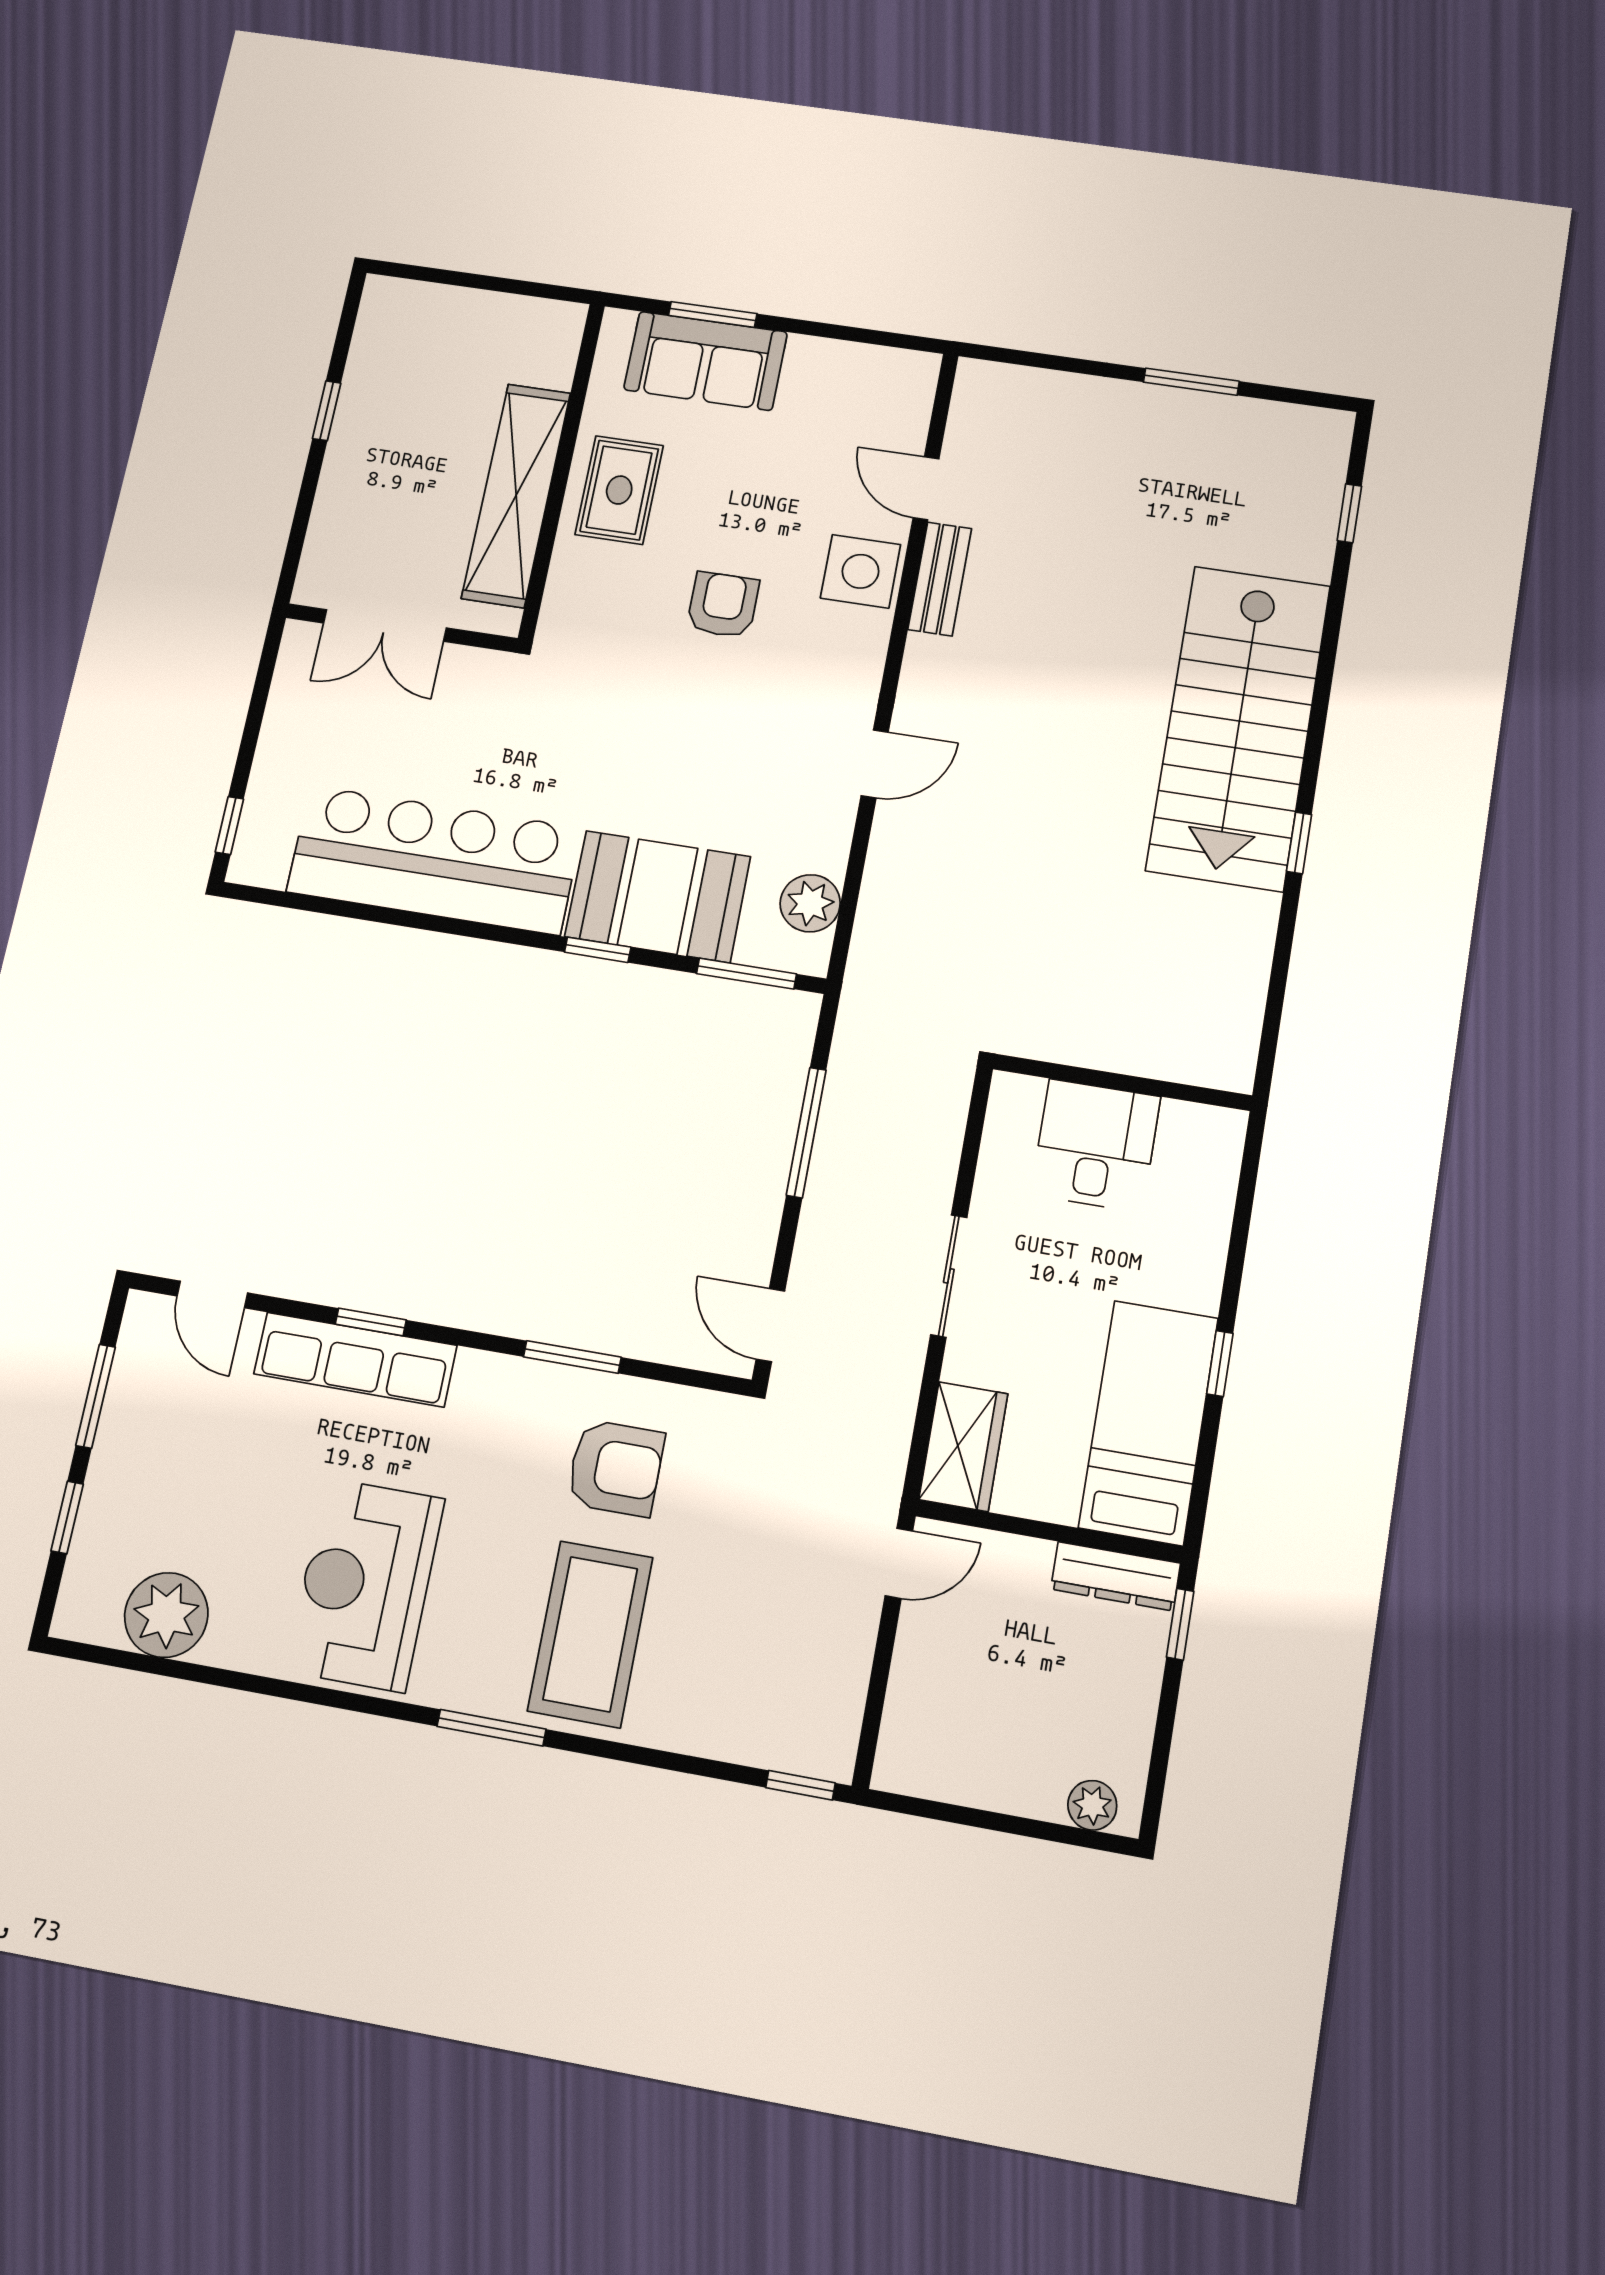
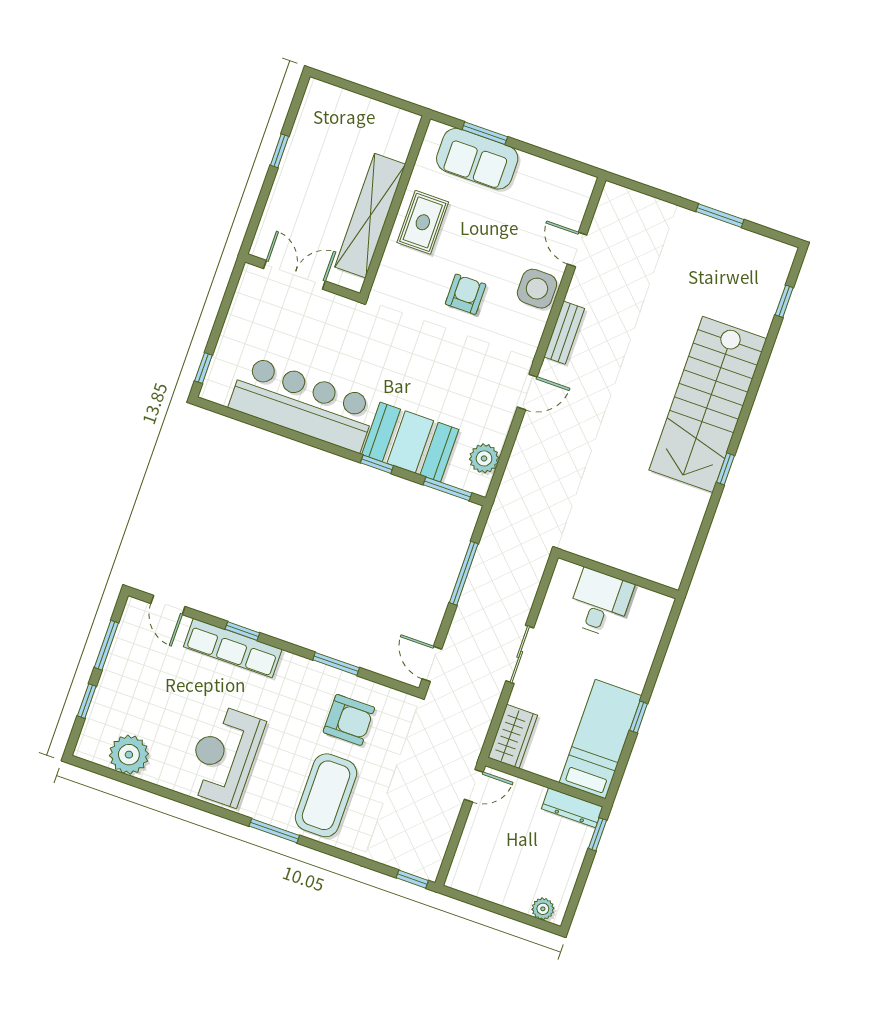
bench: (940, 579) -> (564, 333), moved
double door: (385, 625) -> (294, 275), swing flipped

